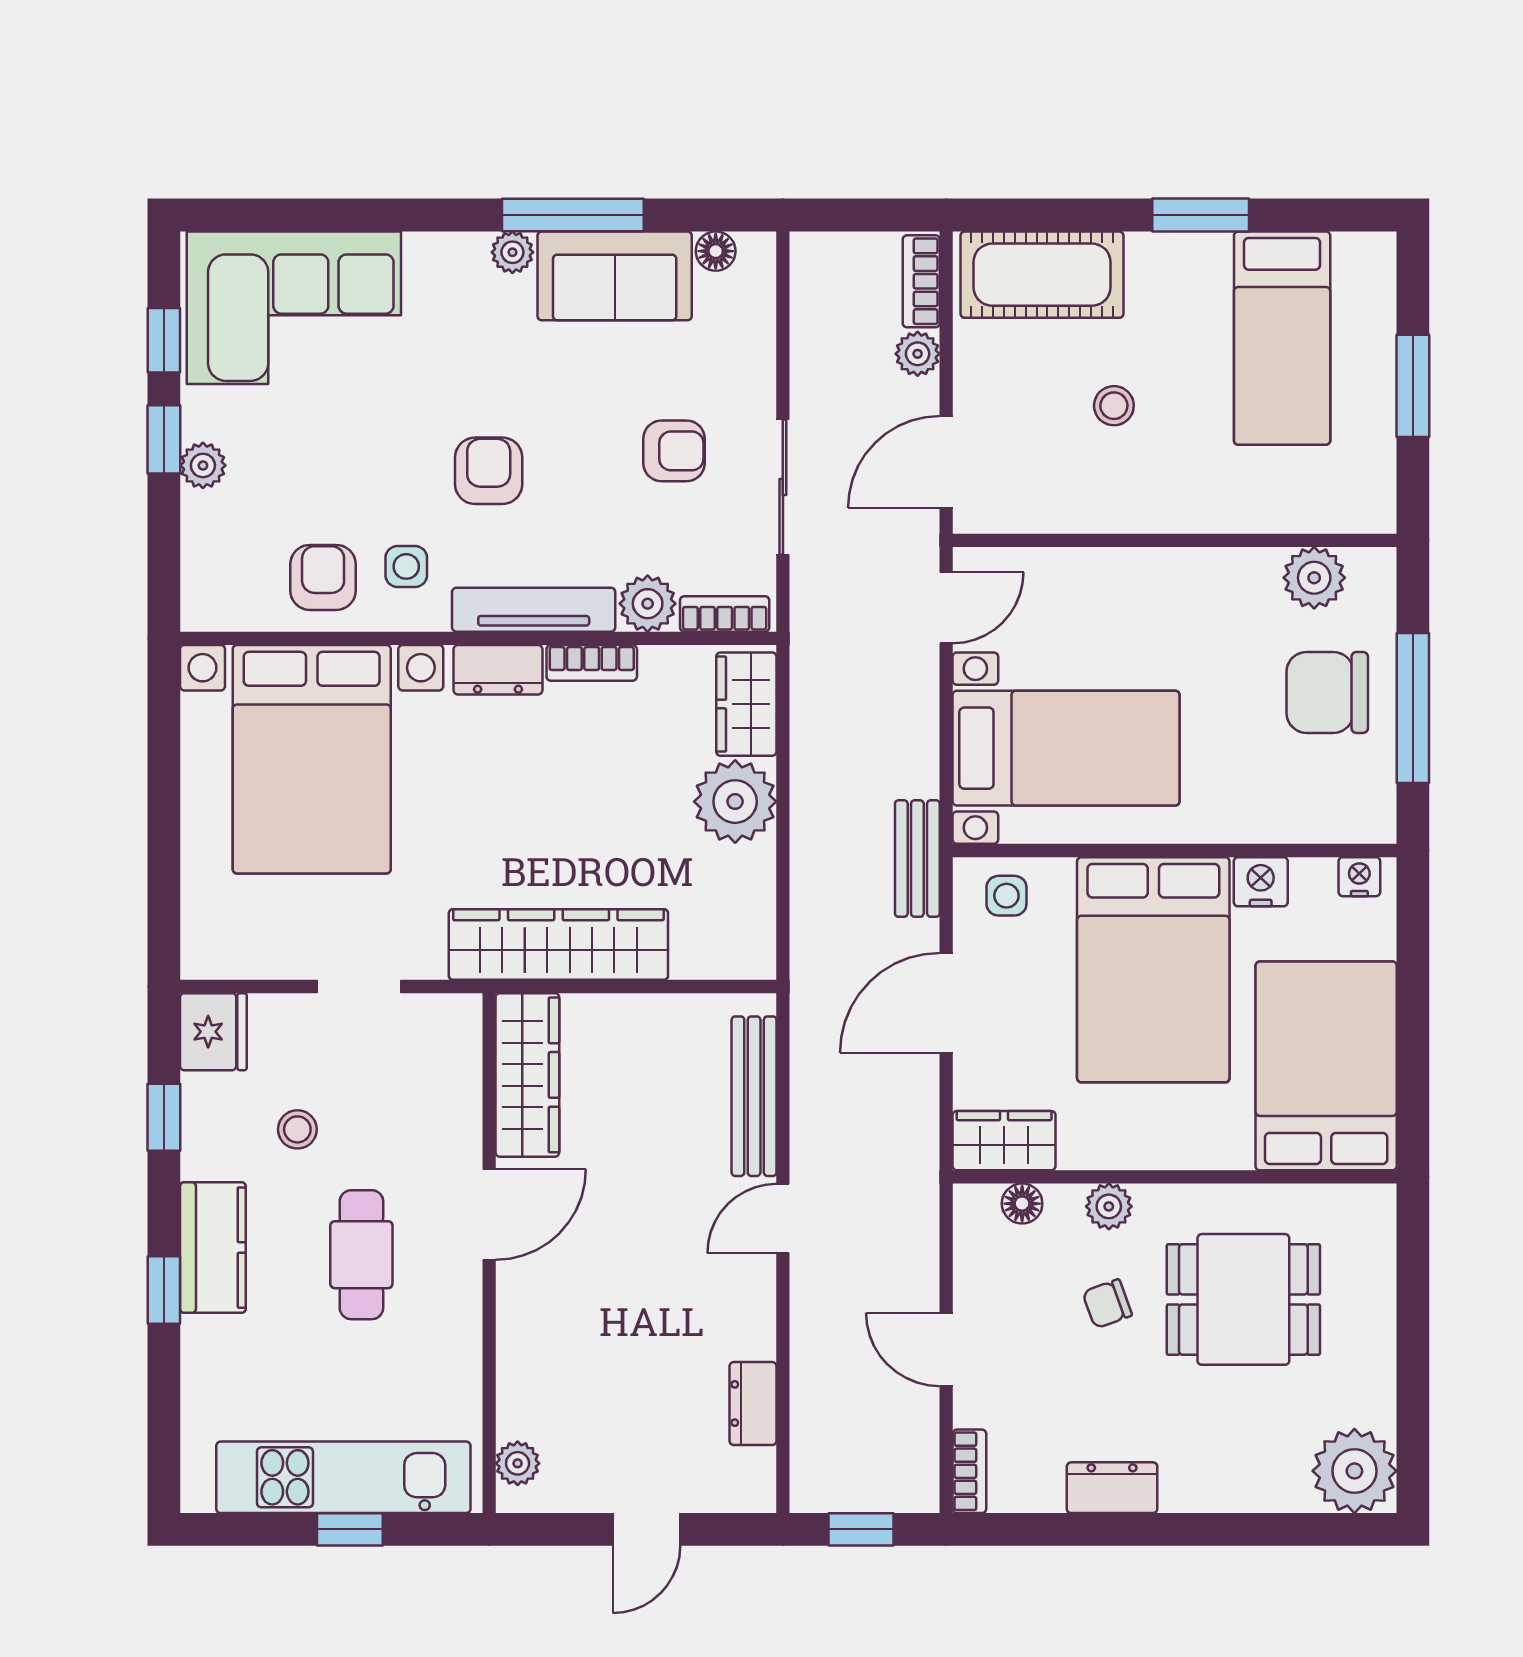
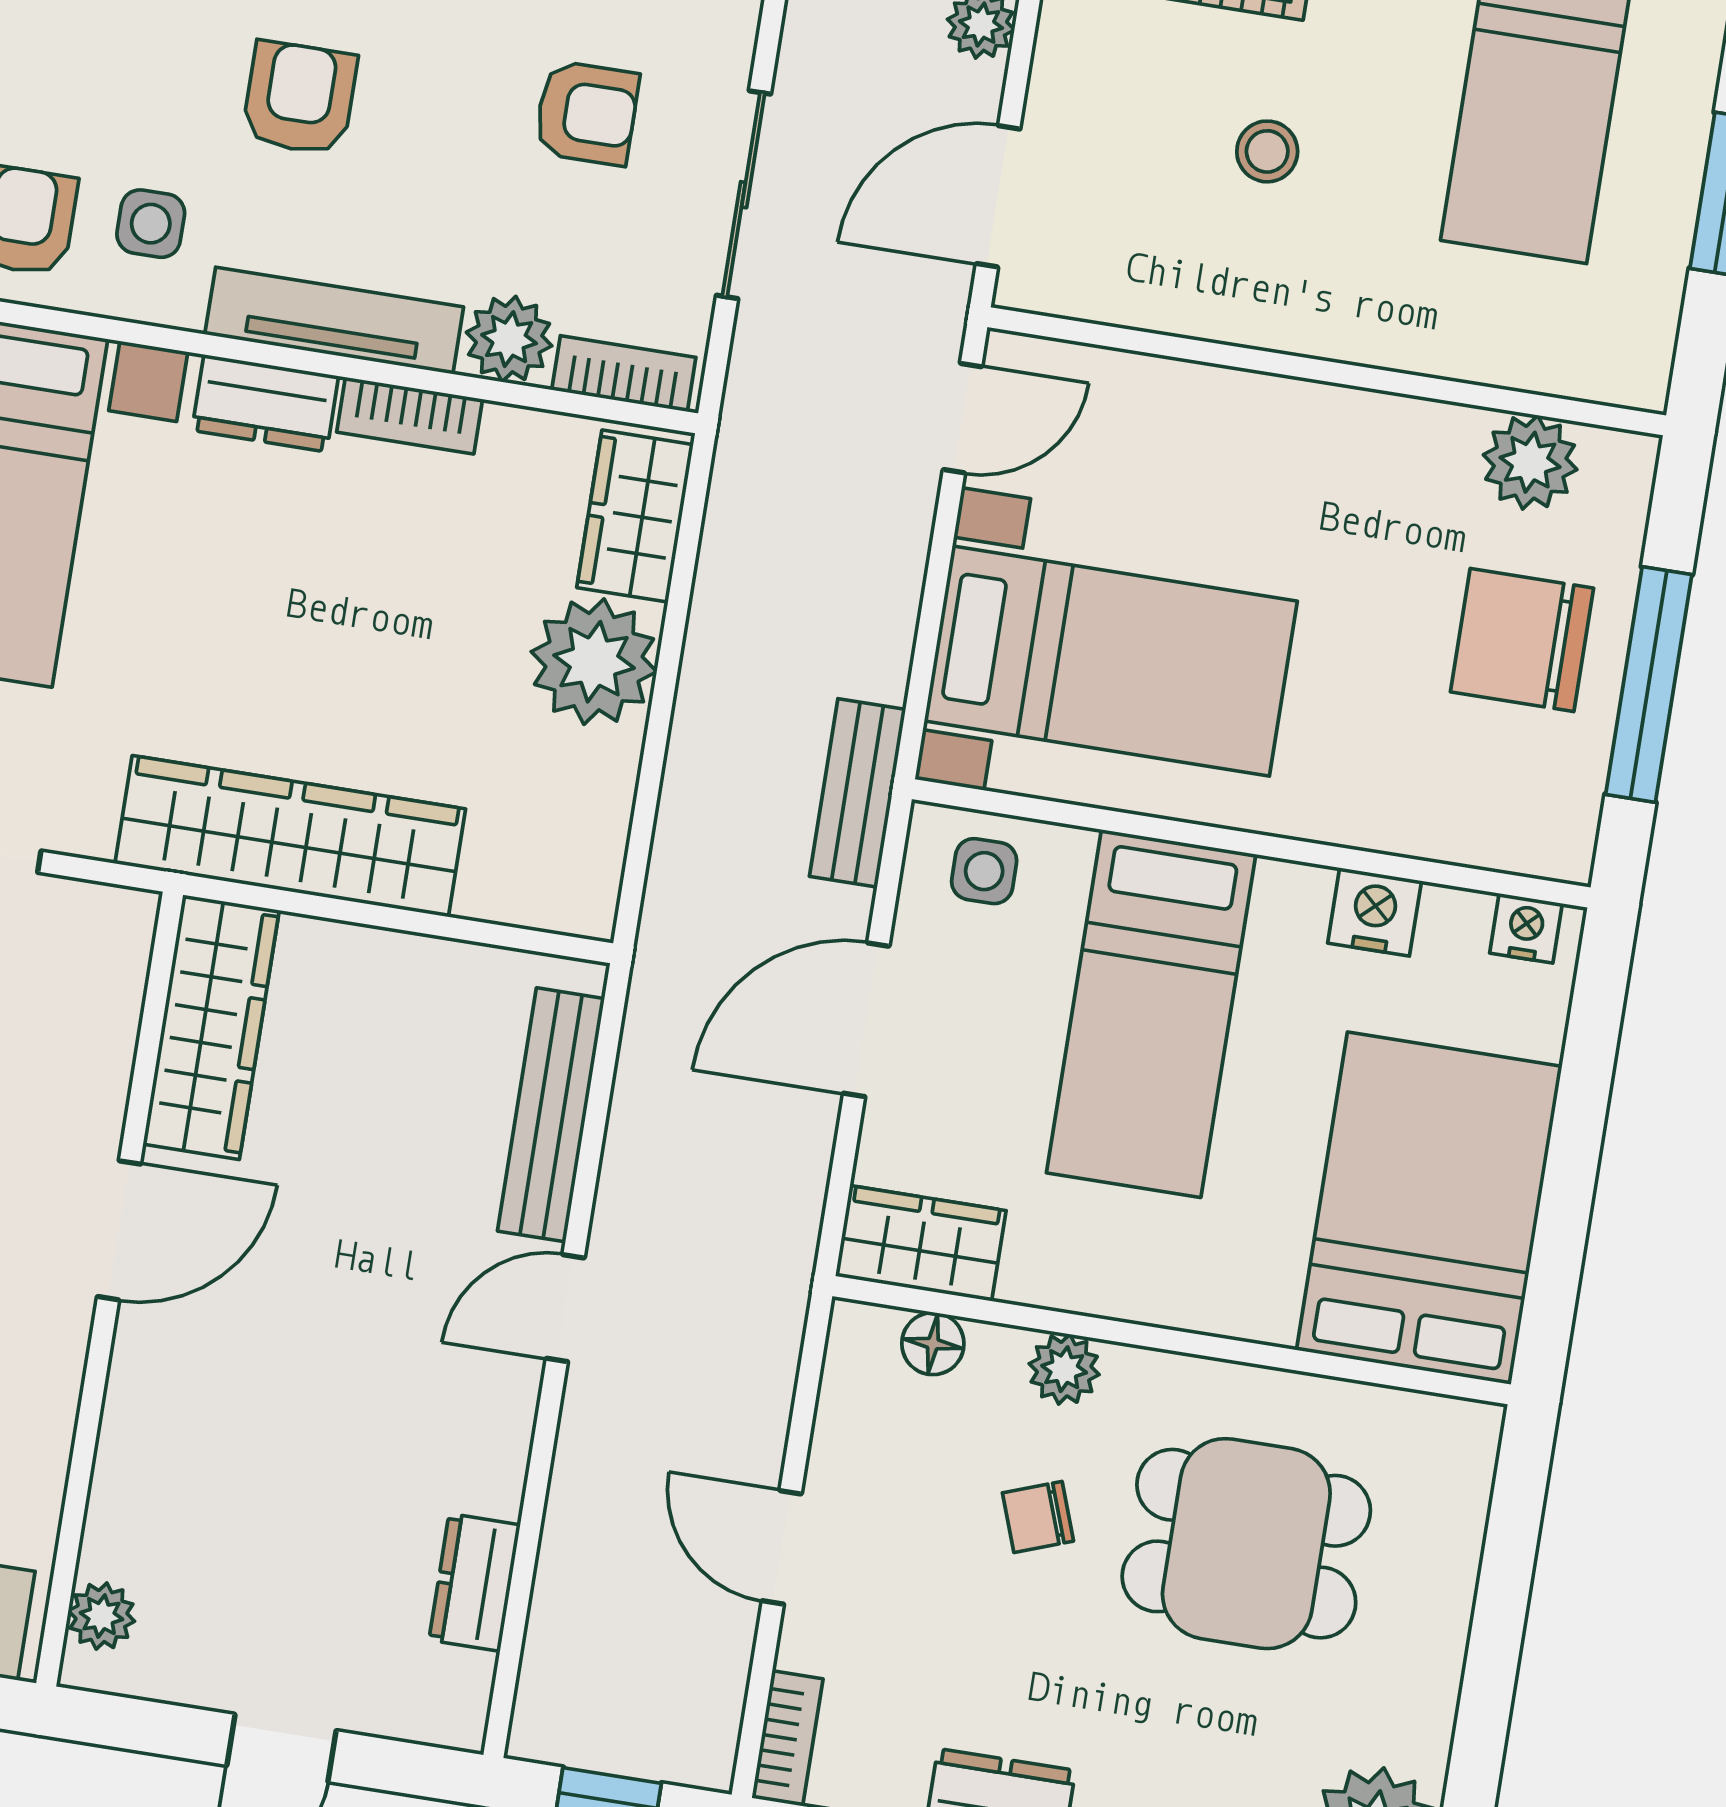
bed: (1153, 970) -> (1151, 1014), width x0.67

